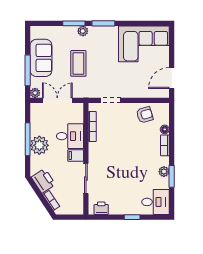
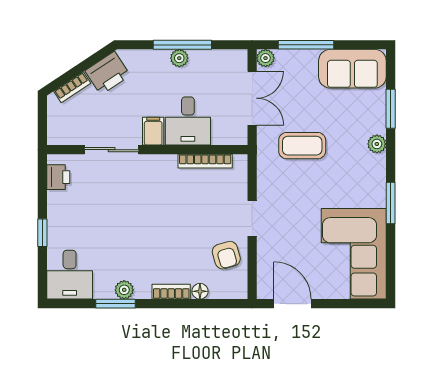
window: (74, 23) -> (391, 109), moved
window: (103, 23) -> (391, 203), moved
sofa: (41, 58) -> (352, 69), moved
coffee table: (78, 63) -> (302, 146), moved
doorway: (111, 100) -> (252, 218), moved
plant: (39, 145) -> (179, 58), width x0.53, depth x0.53

